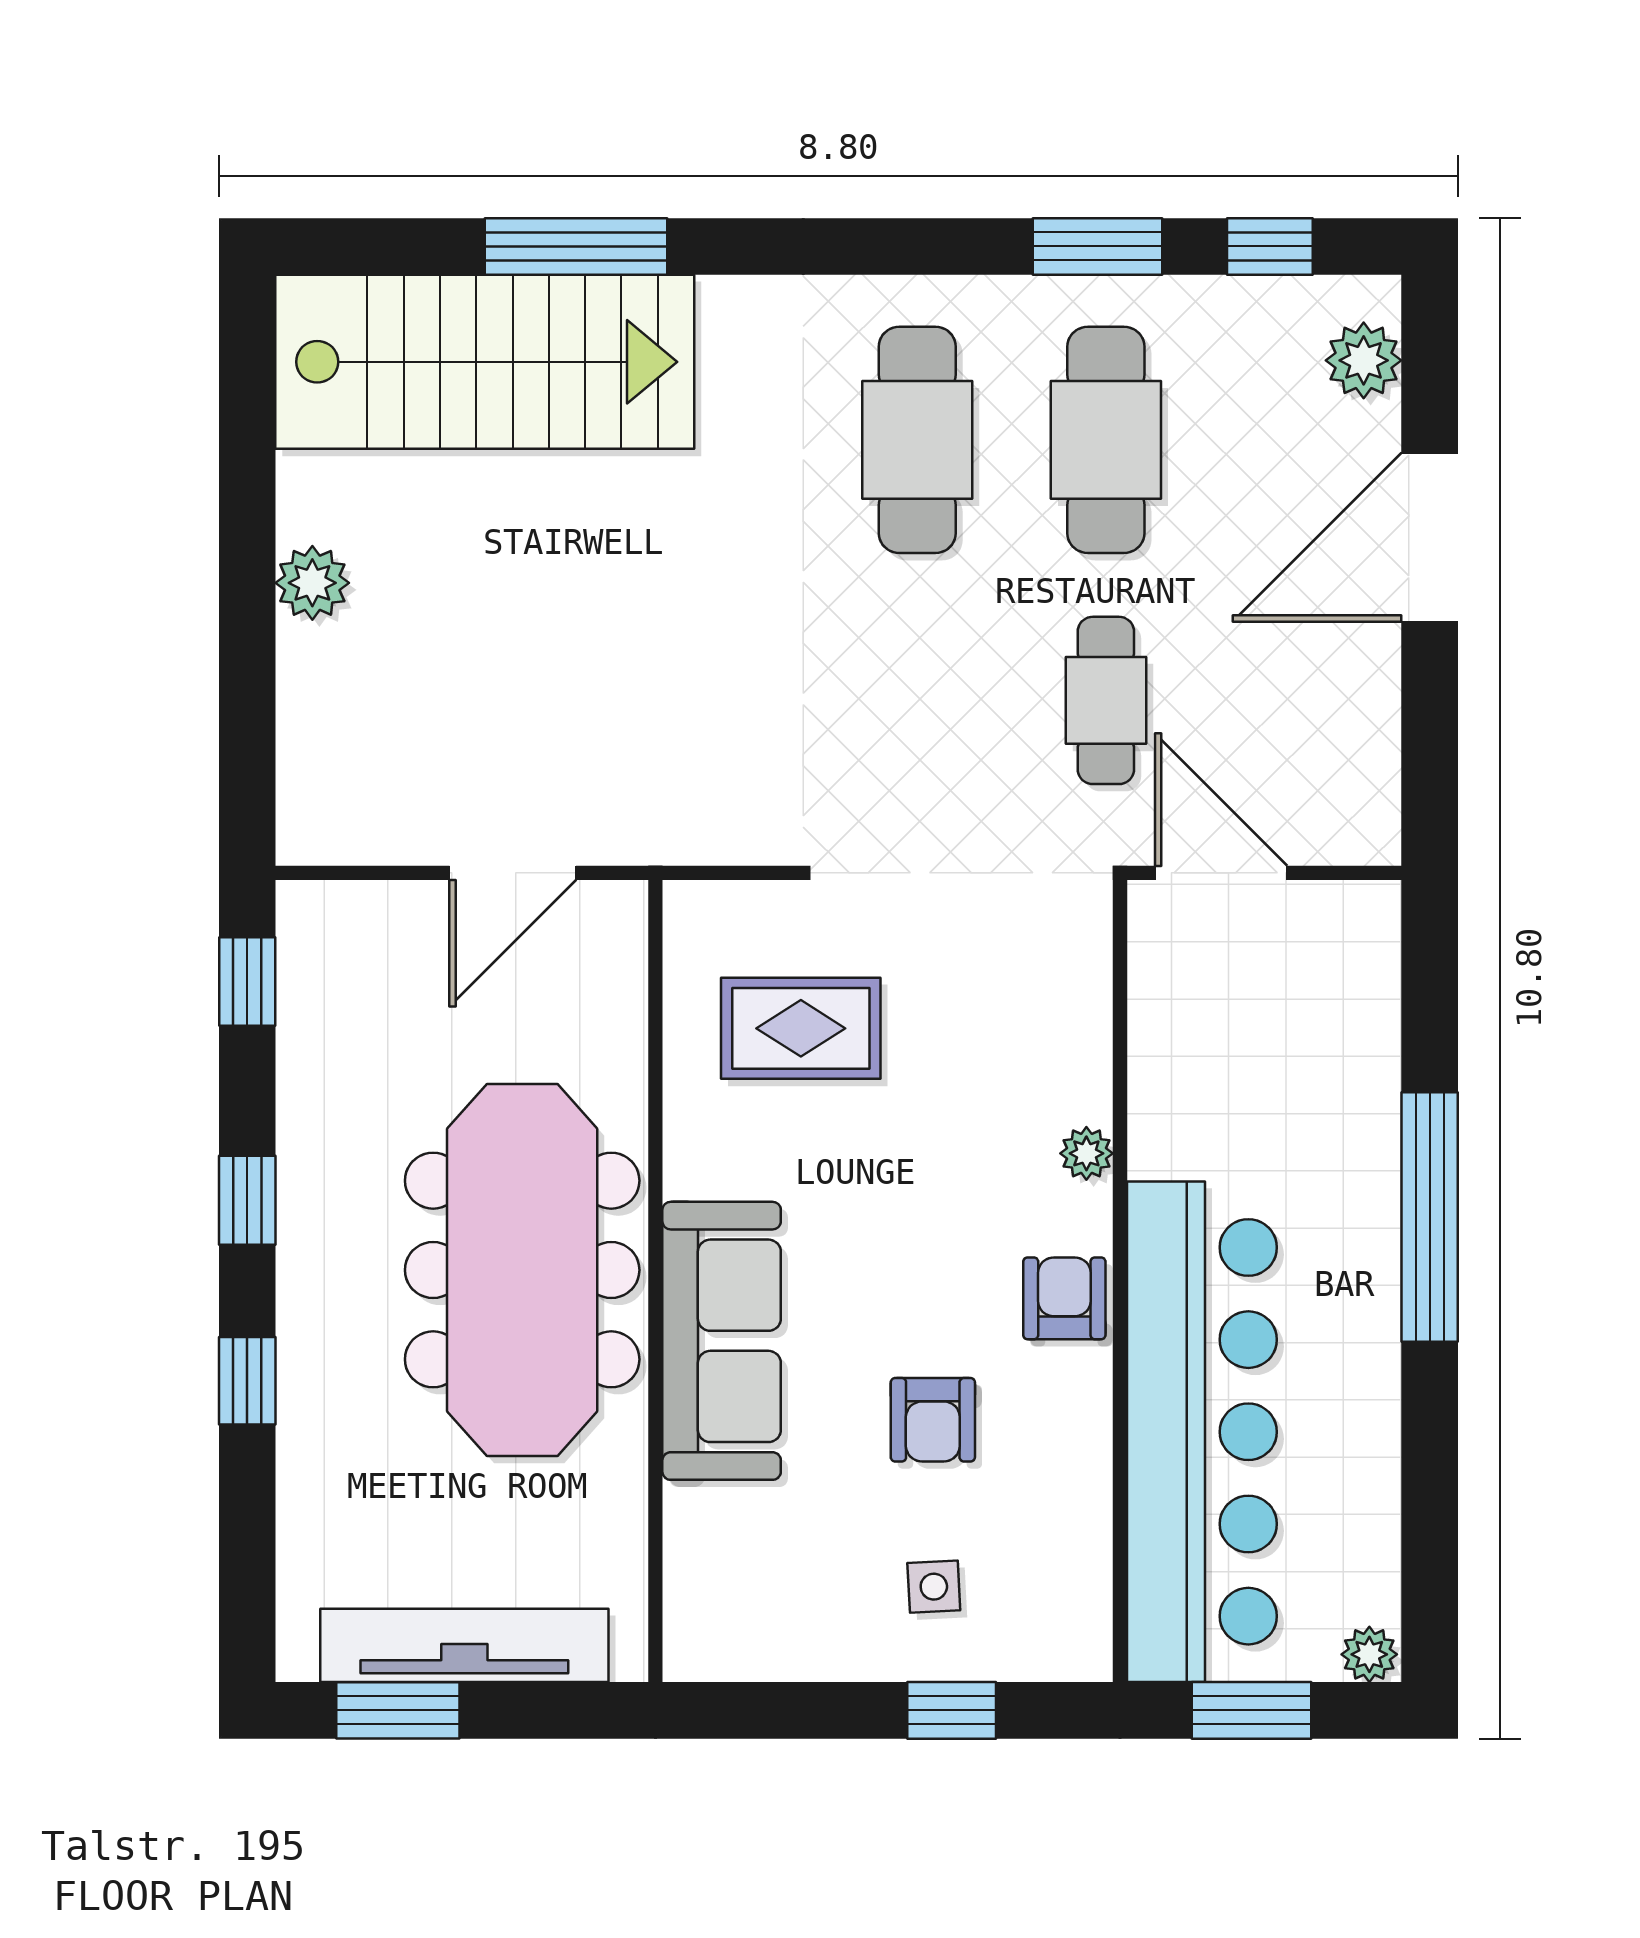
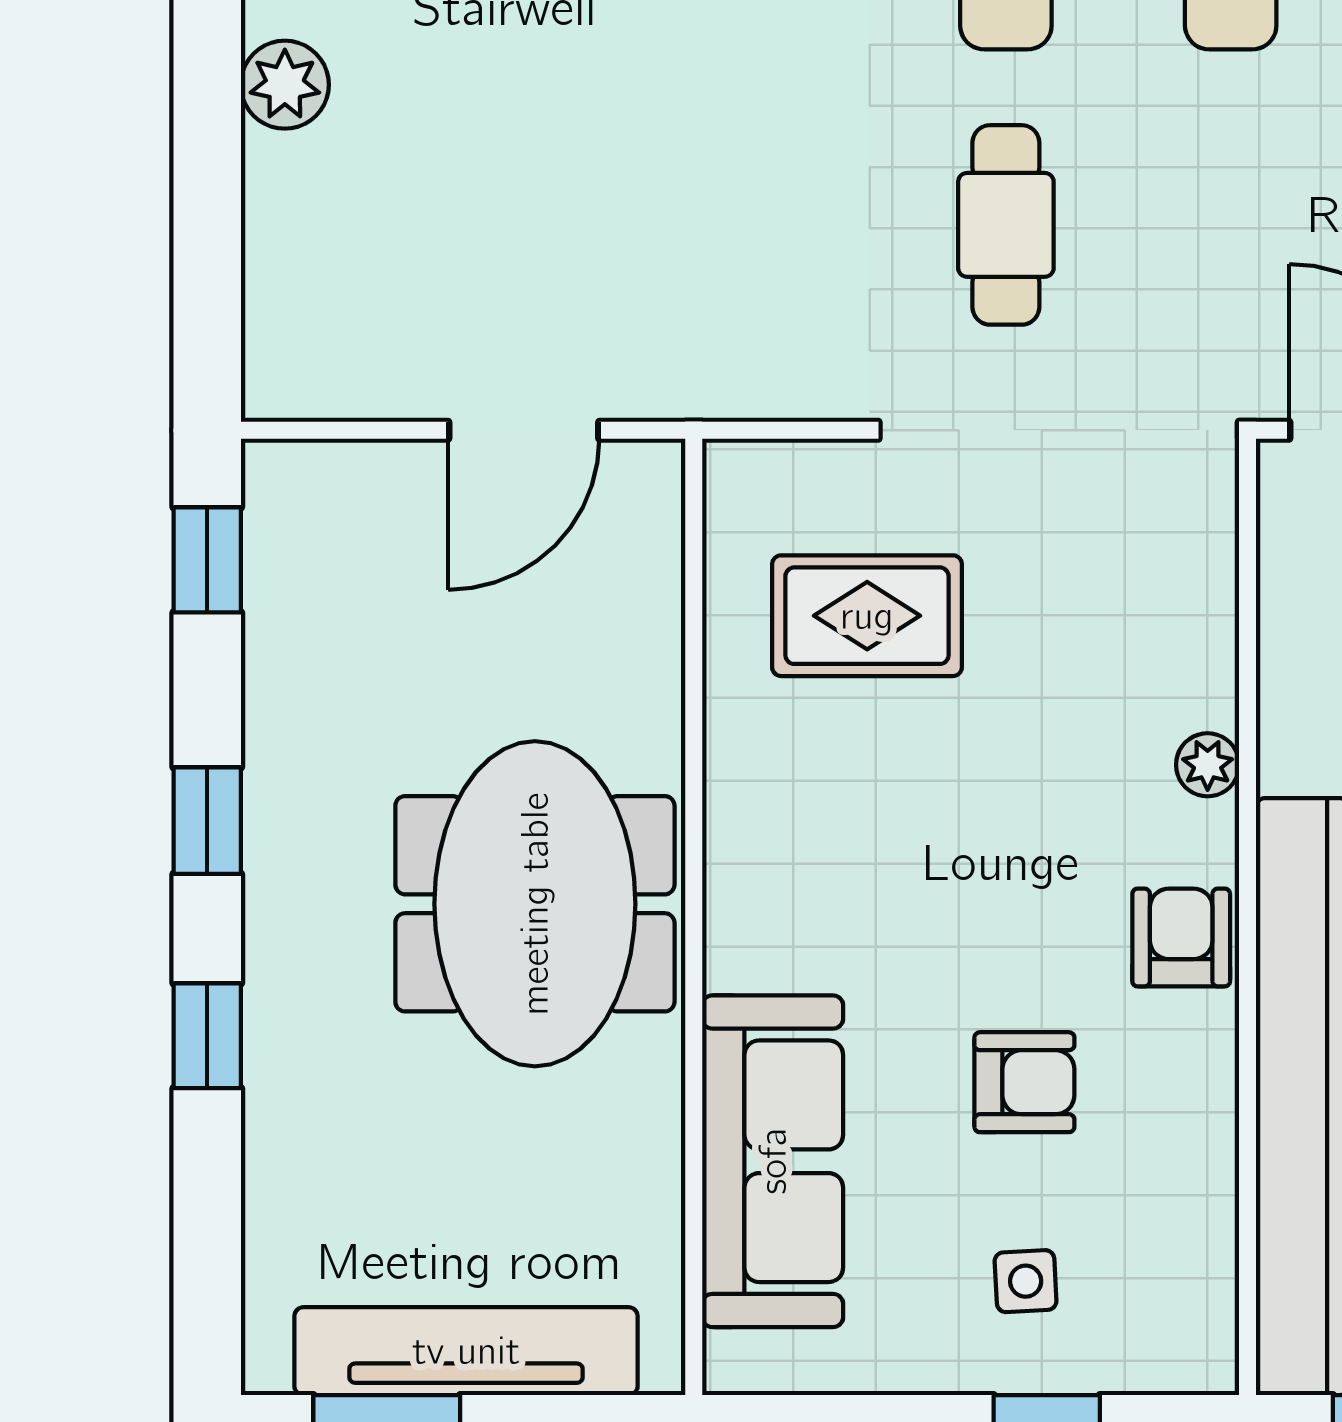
cafe table: (1106, 700) -> (1006, 225), moved
meeting table: (522, 1270) -> (535, 904), width x0.73
sofa: (722, 1341) -> (773, 1161), moved
armchair: (933, 1420) -> (1024, 1082), turned -90

